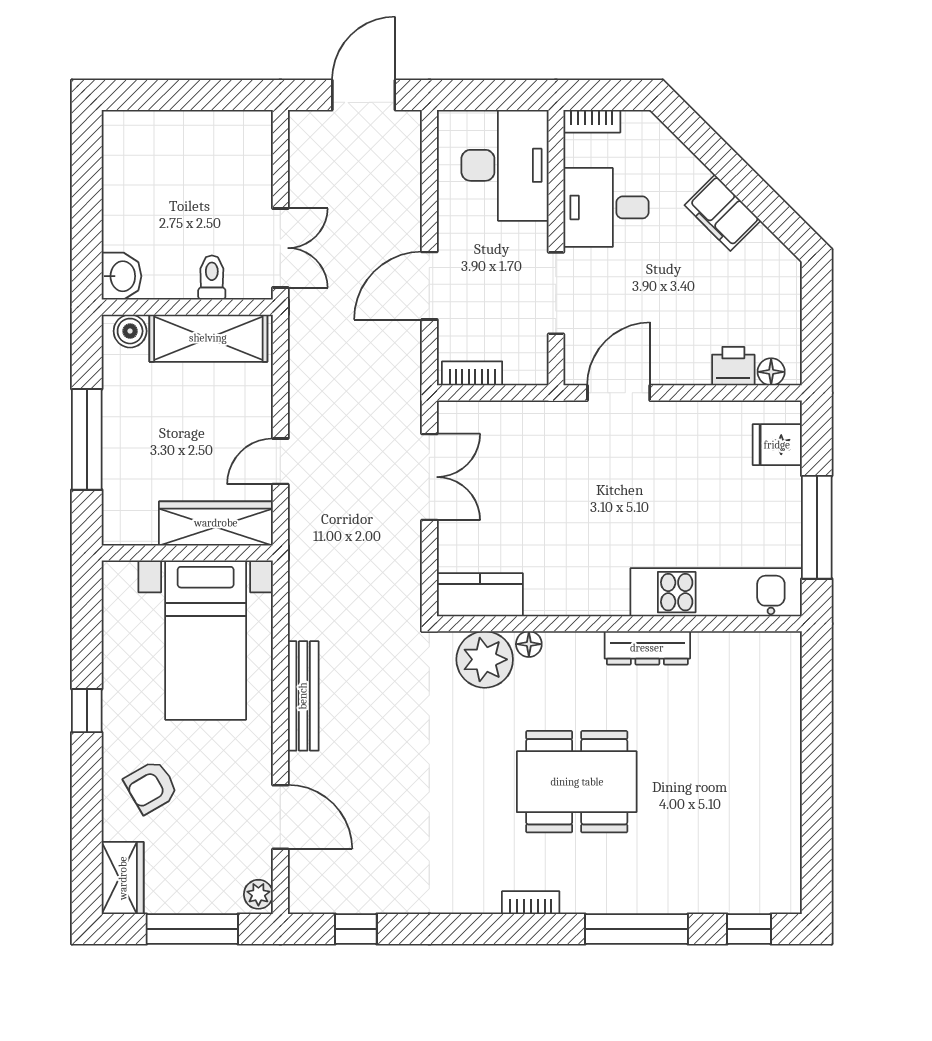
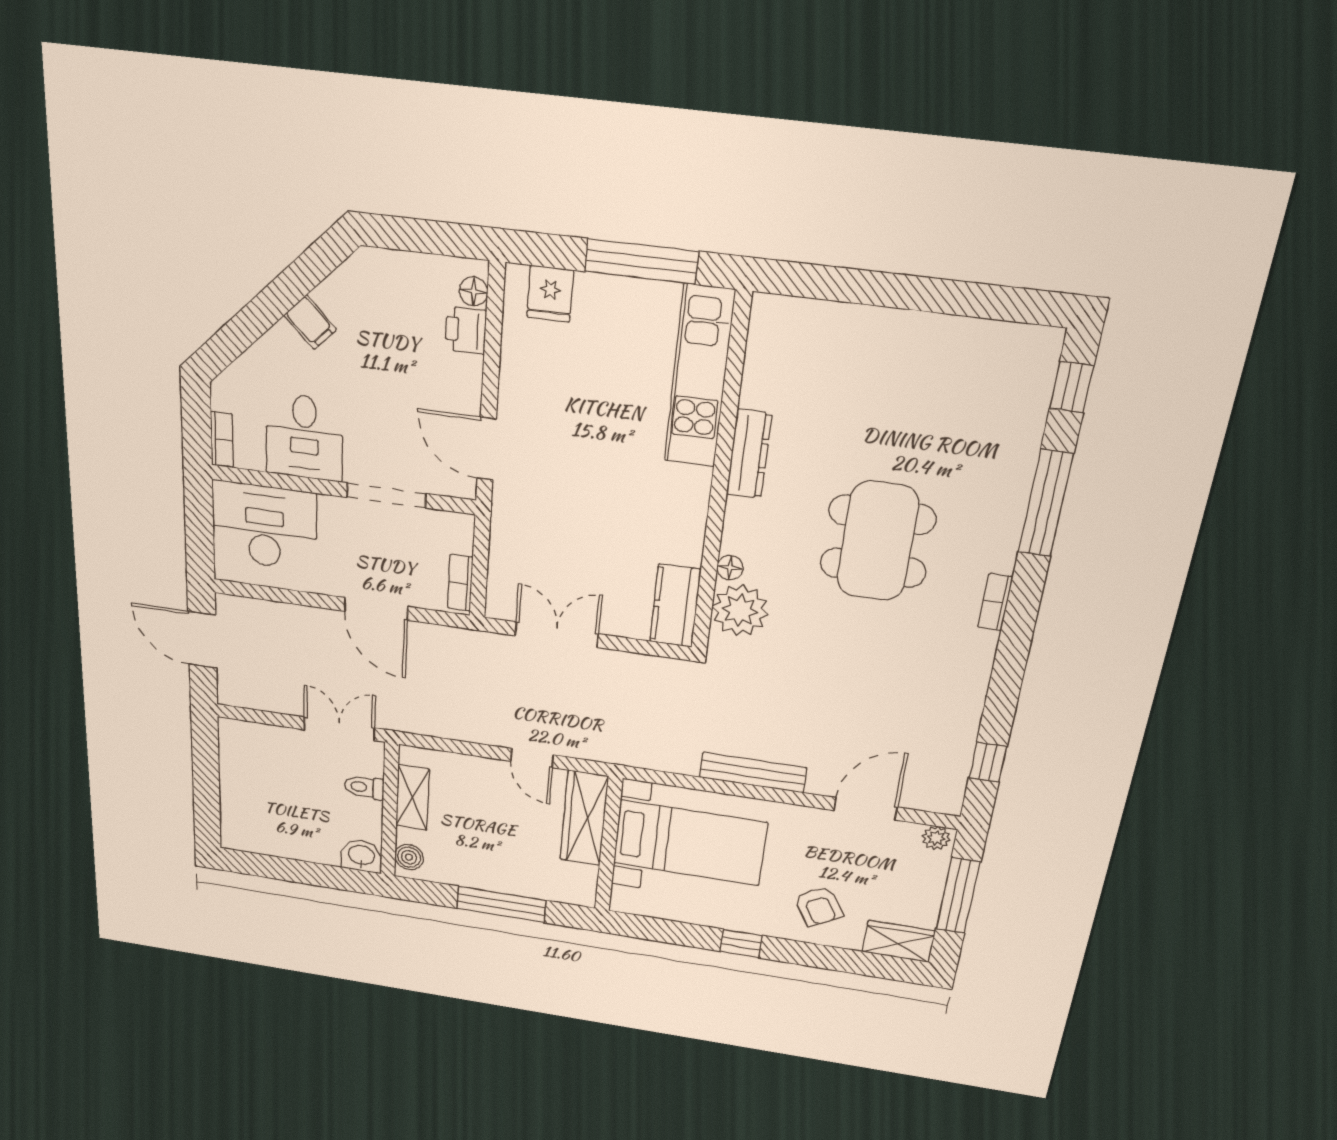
filing cabinet: (723, 213) -> (310, 322), width x0.50
shelving: (208, 338) -> (412, 797), width x0.67, depth x0.75

